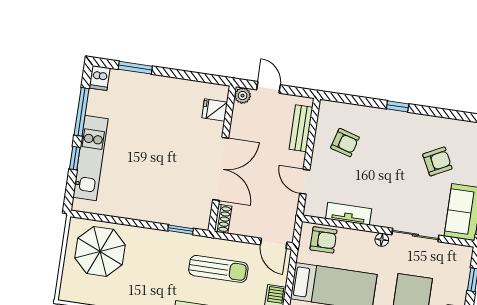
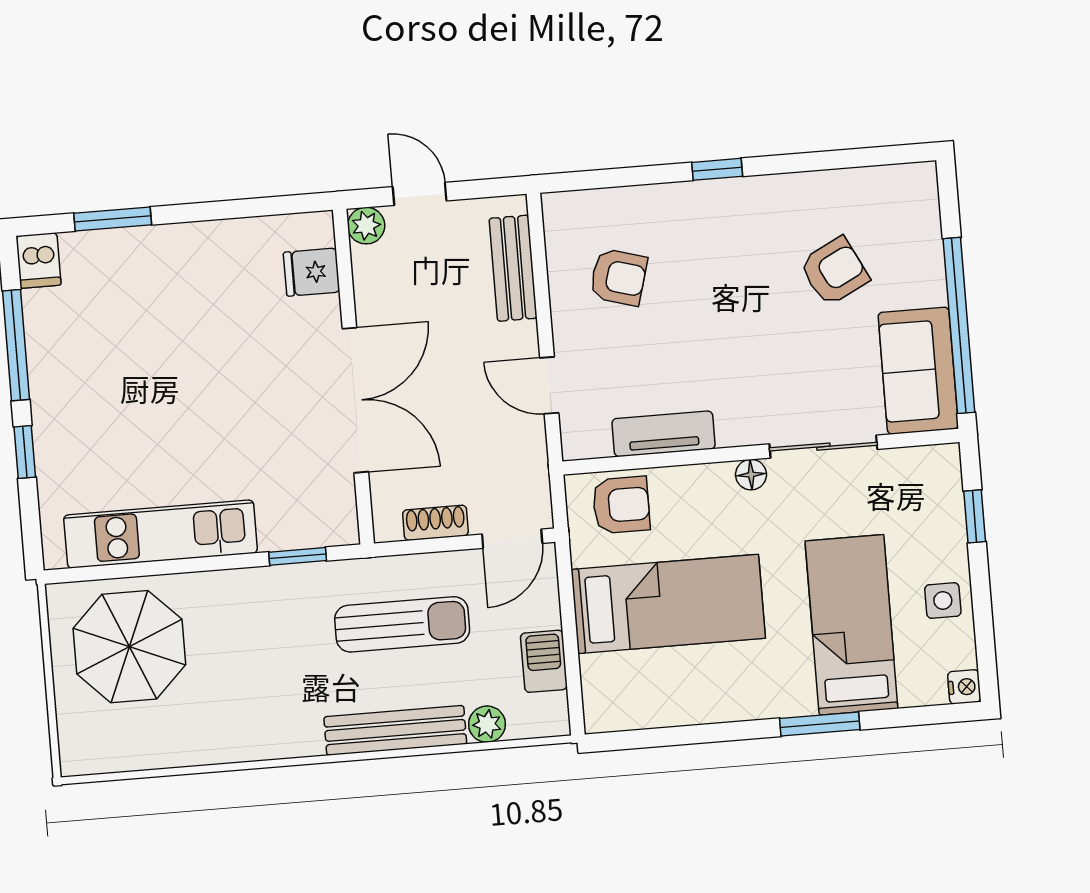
kitchen unit: (90, 158) -> (161, 534), moved, turned -90
shoe rack: (223, 219) -> (435, 523), moved, turned -90
door: (274, 243) -> (512, 539), hinge flipped

